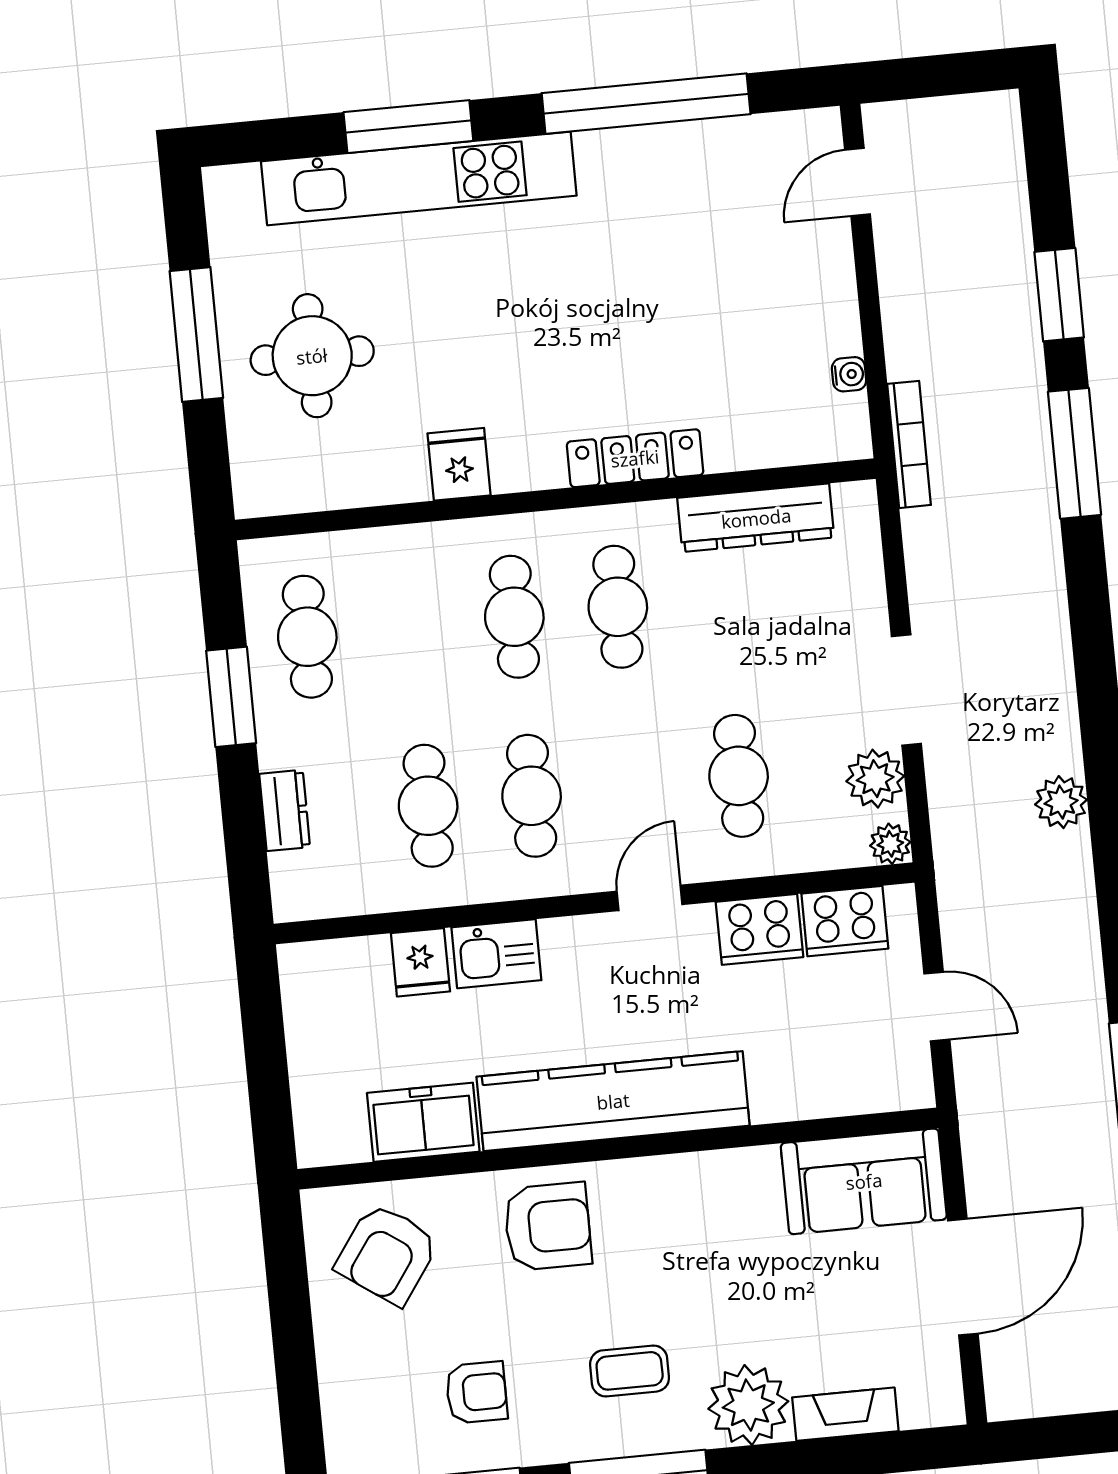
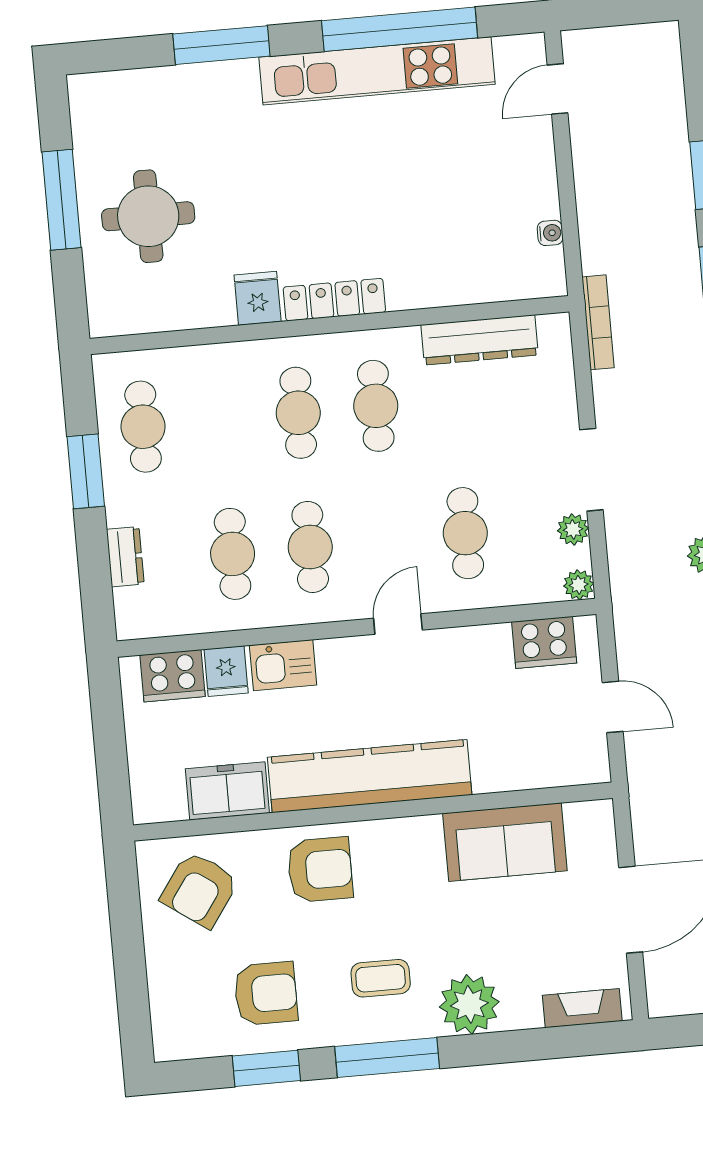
kitchen unit: (419, 178) -> (377, 71), moved
bookcase: (909, 444) -> (598, 322), moved
locker: (635, 458) -> (334, 300), moved
plant: (875, 779) -> (573, 529), width x0.73, depth x0.73
cooker: (759, 929) -> (173, 676), moved
sofa: (864, 1181) -> (505, 842), moved
armchair: (476, 1392) -> (266, 994), width x1.38, depth x1.38
fireplace: (845, 1414) -> (582, 1008), moved

